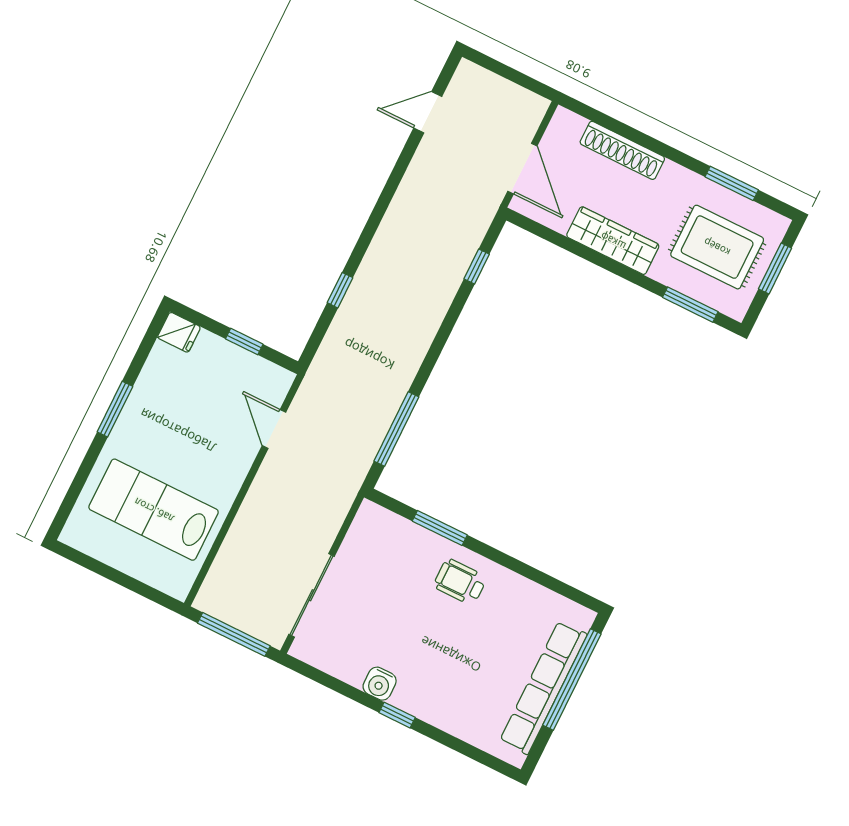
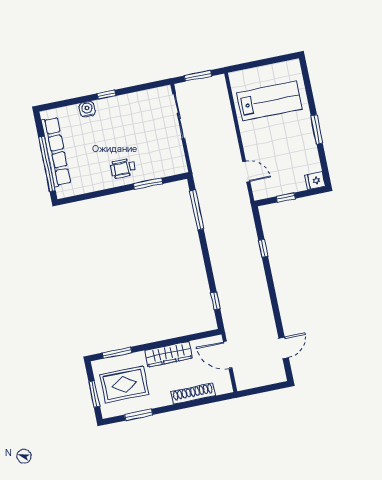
wheelchair: (460, 582) -> (123, 168), turned 180
window: (234, 634) -> (198, 76), width x0.69
water cooler: (380, 684) -> (87, 109), moved

